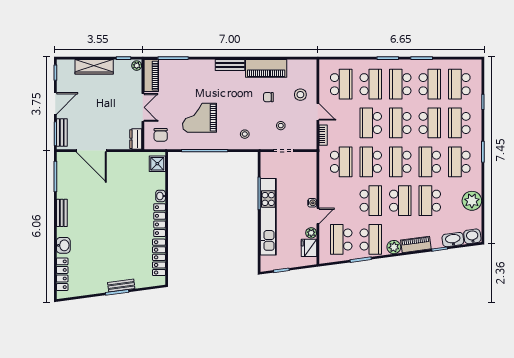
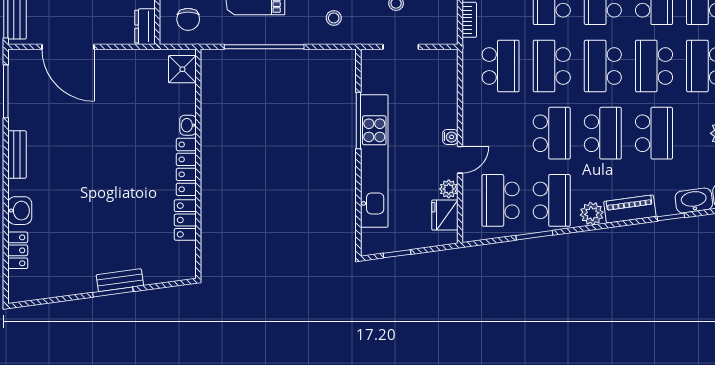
school desk: (430, 201) -> (654, 133), turned 180
locker: (159, 257) -> (185, 220), width x0.66
locker: (62, 274) -> (18, 250), width x0.66

